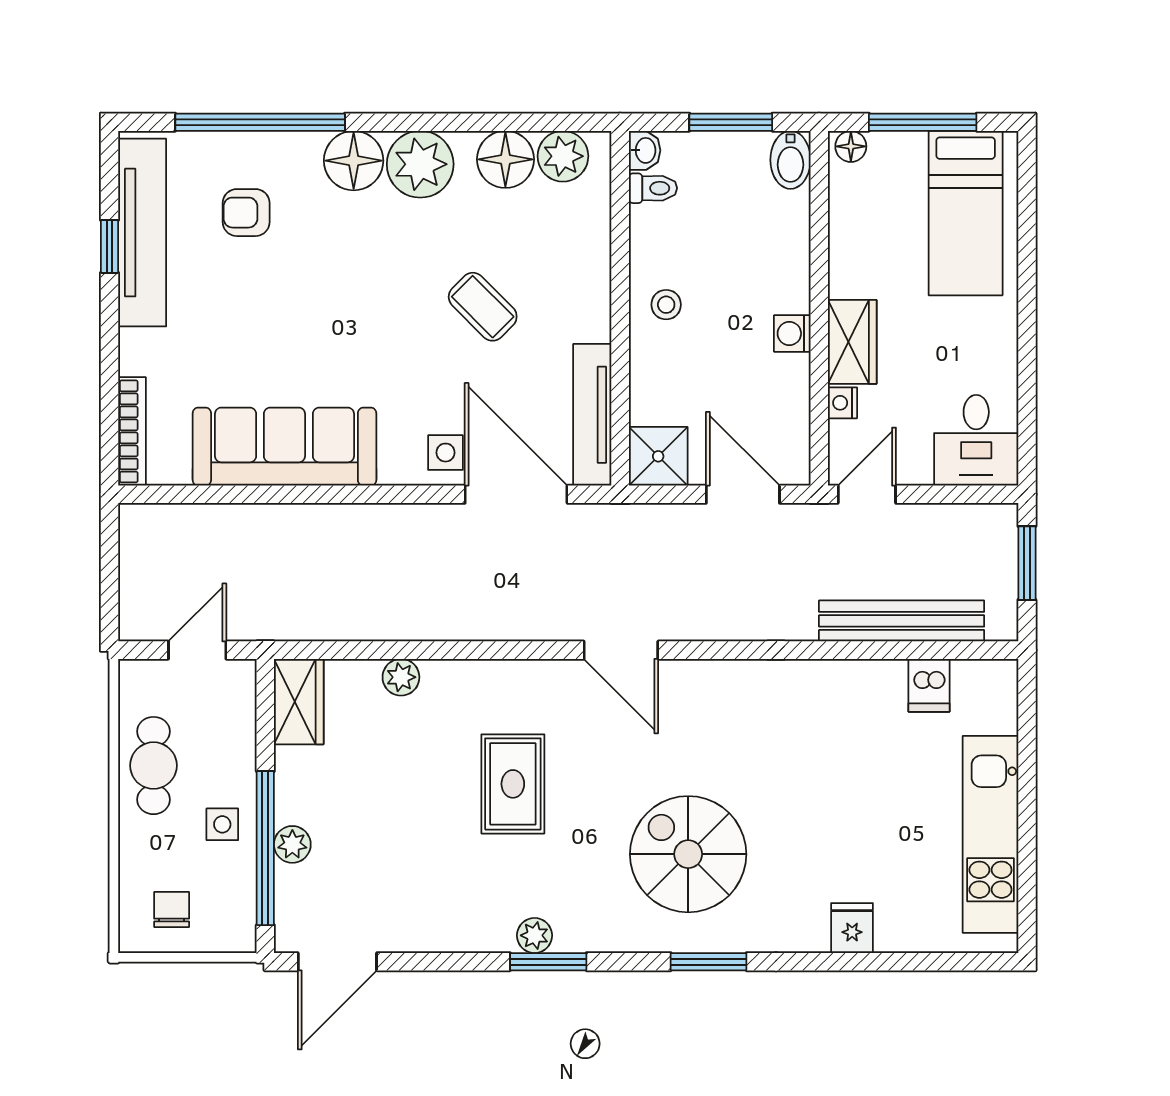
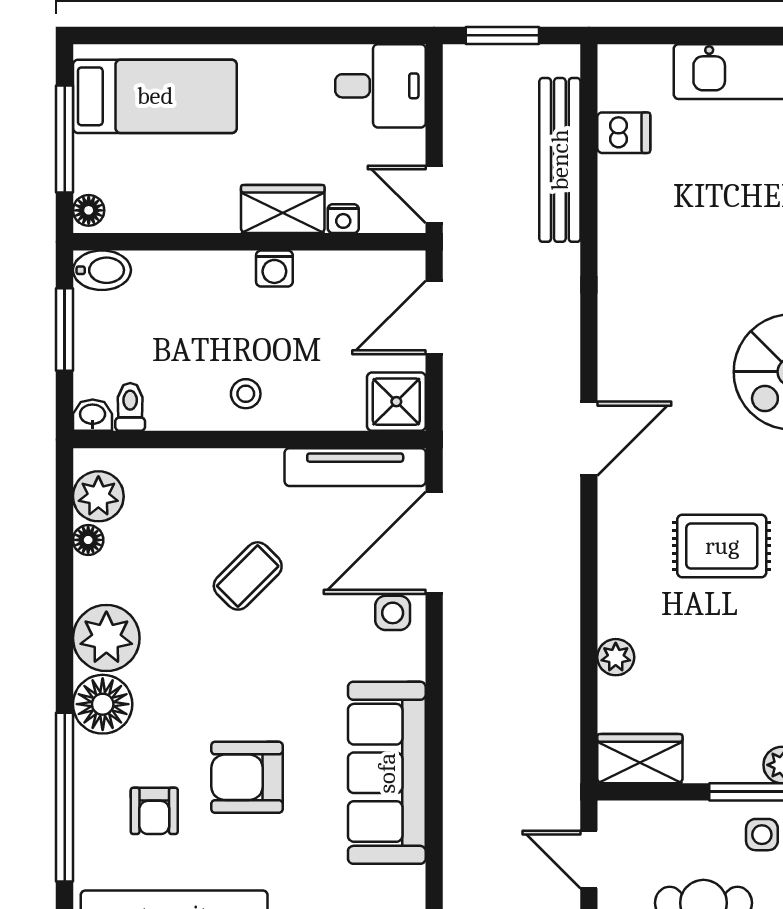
floor lamp: (505, 159) -> (88, 540), width x0.53, depth x0.53
armchair: (280, 306) -> (247, 777), added

